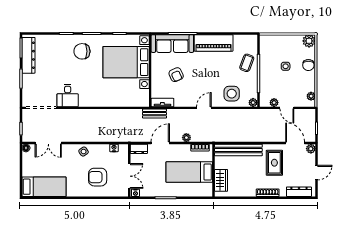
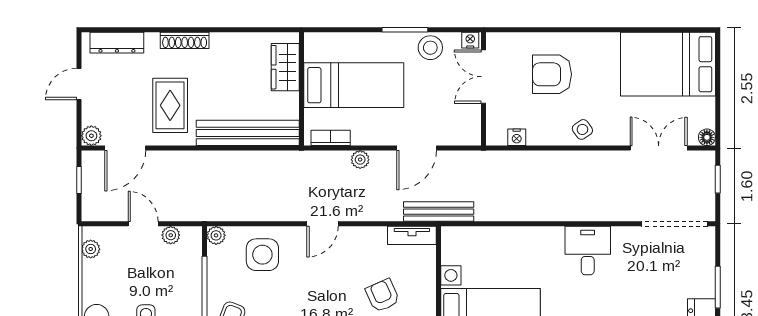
desk: (68, 96) -> (588, 250), moved
bench: (154, 114) -> (439, 212), width x1.36
door: (295, 143) -> (125, 148), hinge flipped
dresser: (139, 149) -> (463, 135), removed
armchair: (98, 177) -> (552, 74), turned 180
bed: (44, 187) -> (668, 64), width x1.50
stool: (154, 189) -> (430, 48), added

